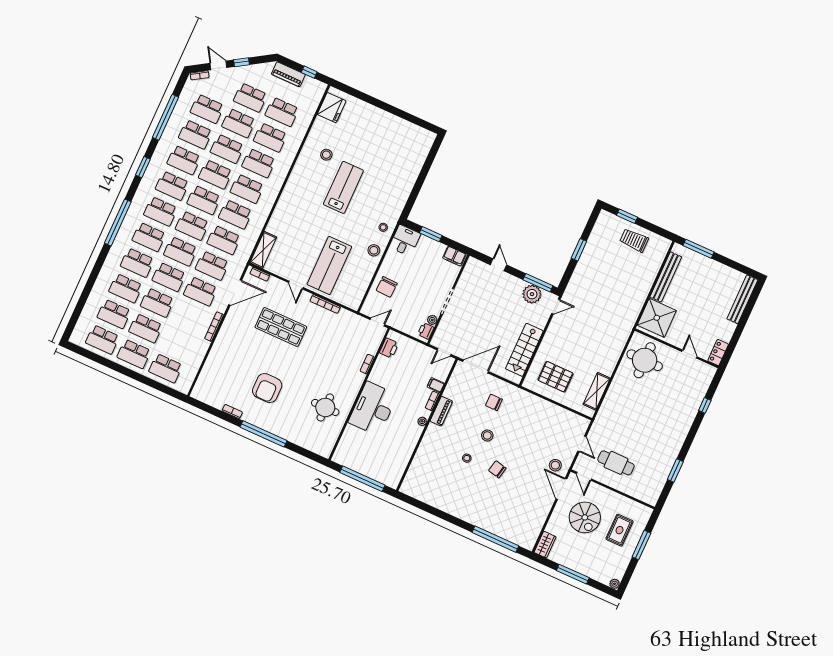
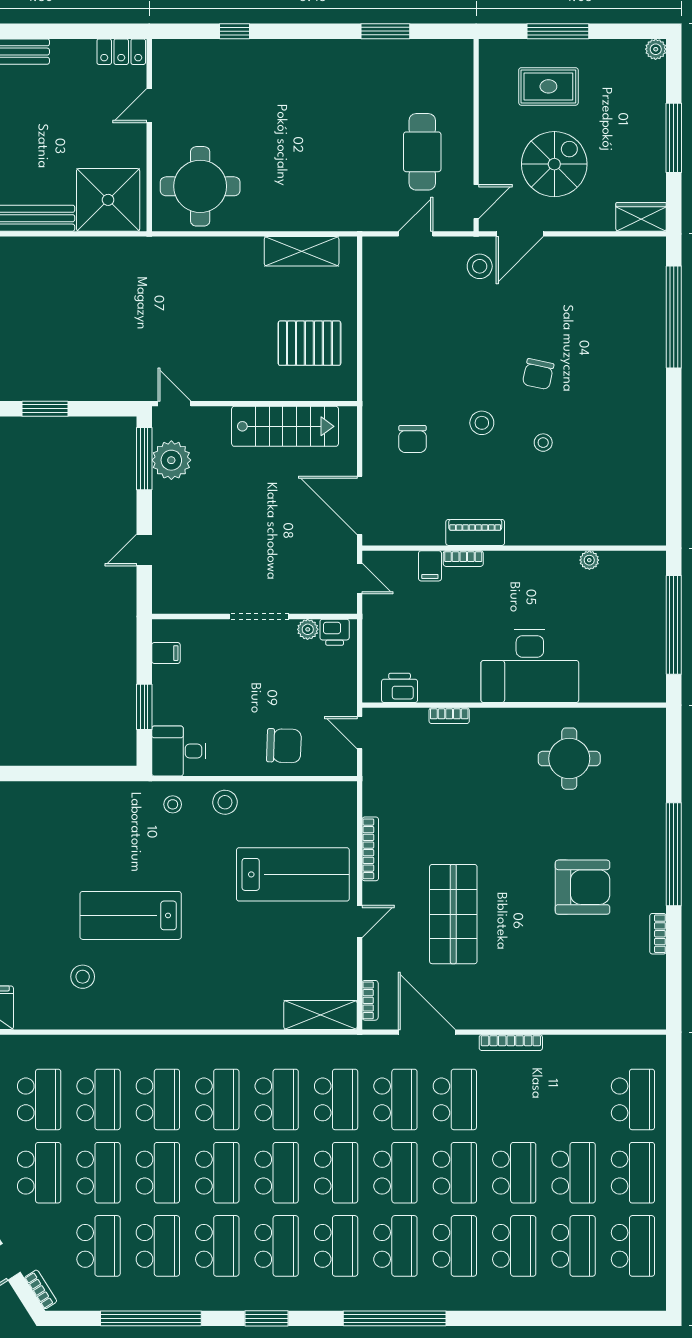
filing cabinet: (454, 256) -> (166, 653), width x0.50
pallet: (555, 377) -> (309, 343), turned 90
plant: (422, 421) -> (589, 560), moved

